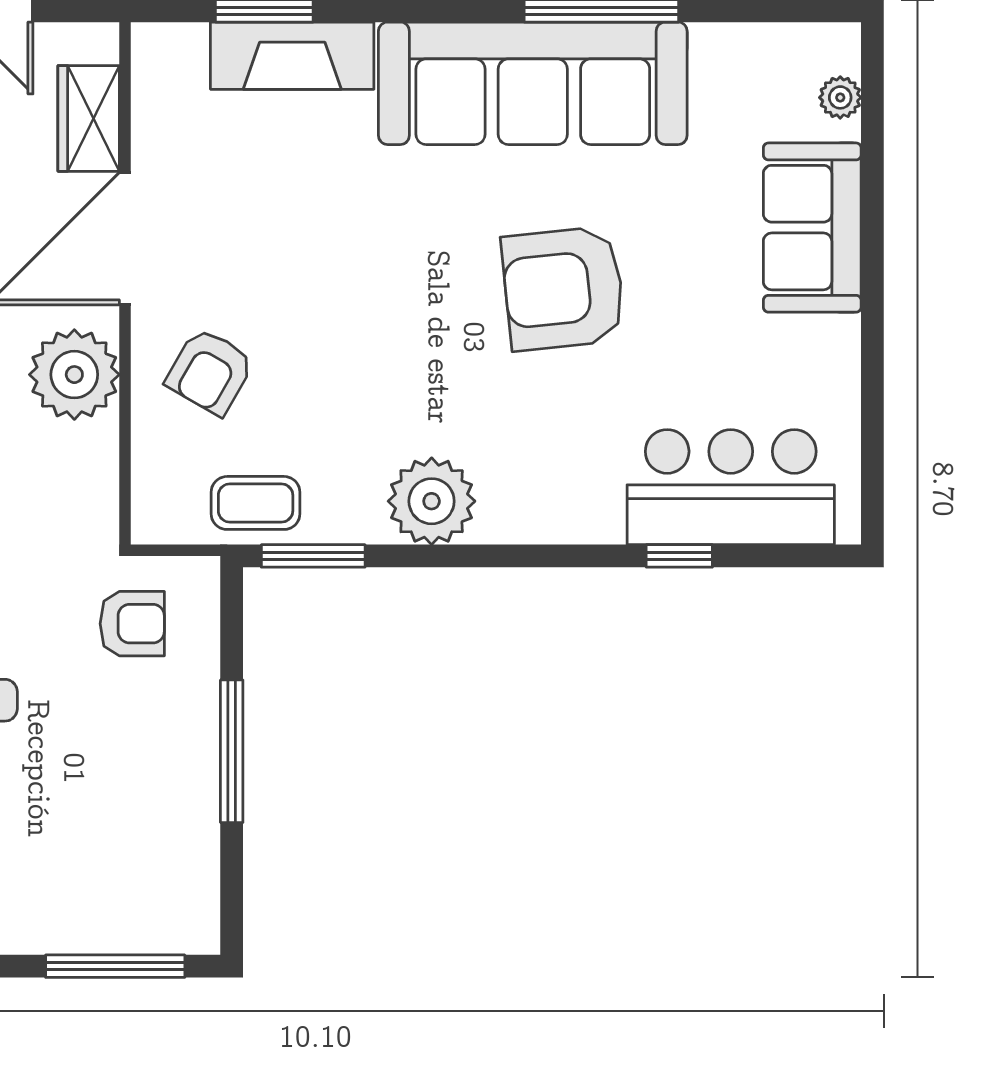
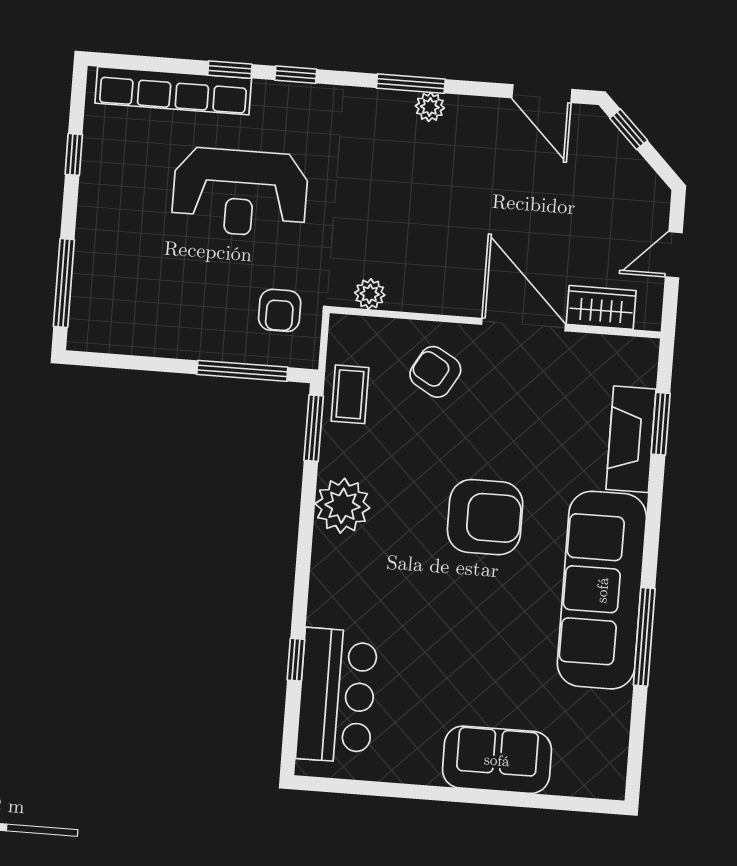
plant: (840, 97) -> (578, 784), removed
armchair: (563, 288) -> (485, 517), moved, turned 96
plant: (74, 375) -> (370, 294), moved, width x0.53, depth x0.53
window: (232, 751) -> (242, 371), moved

